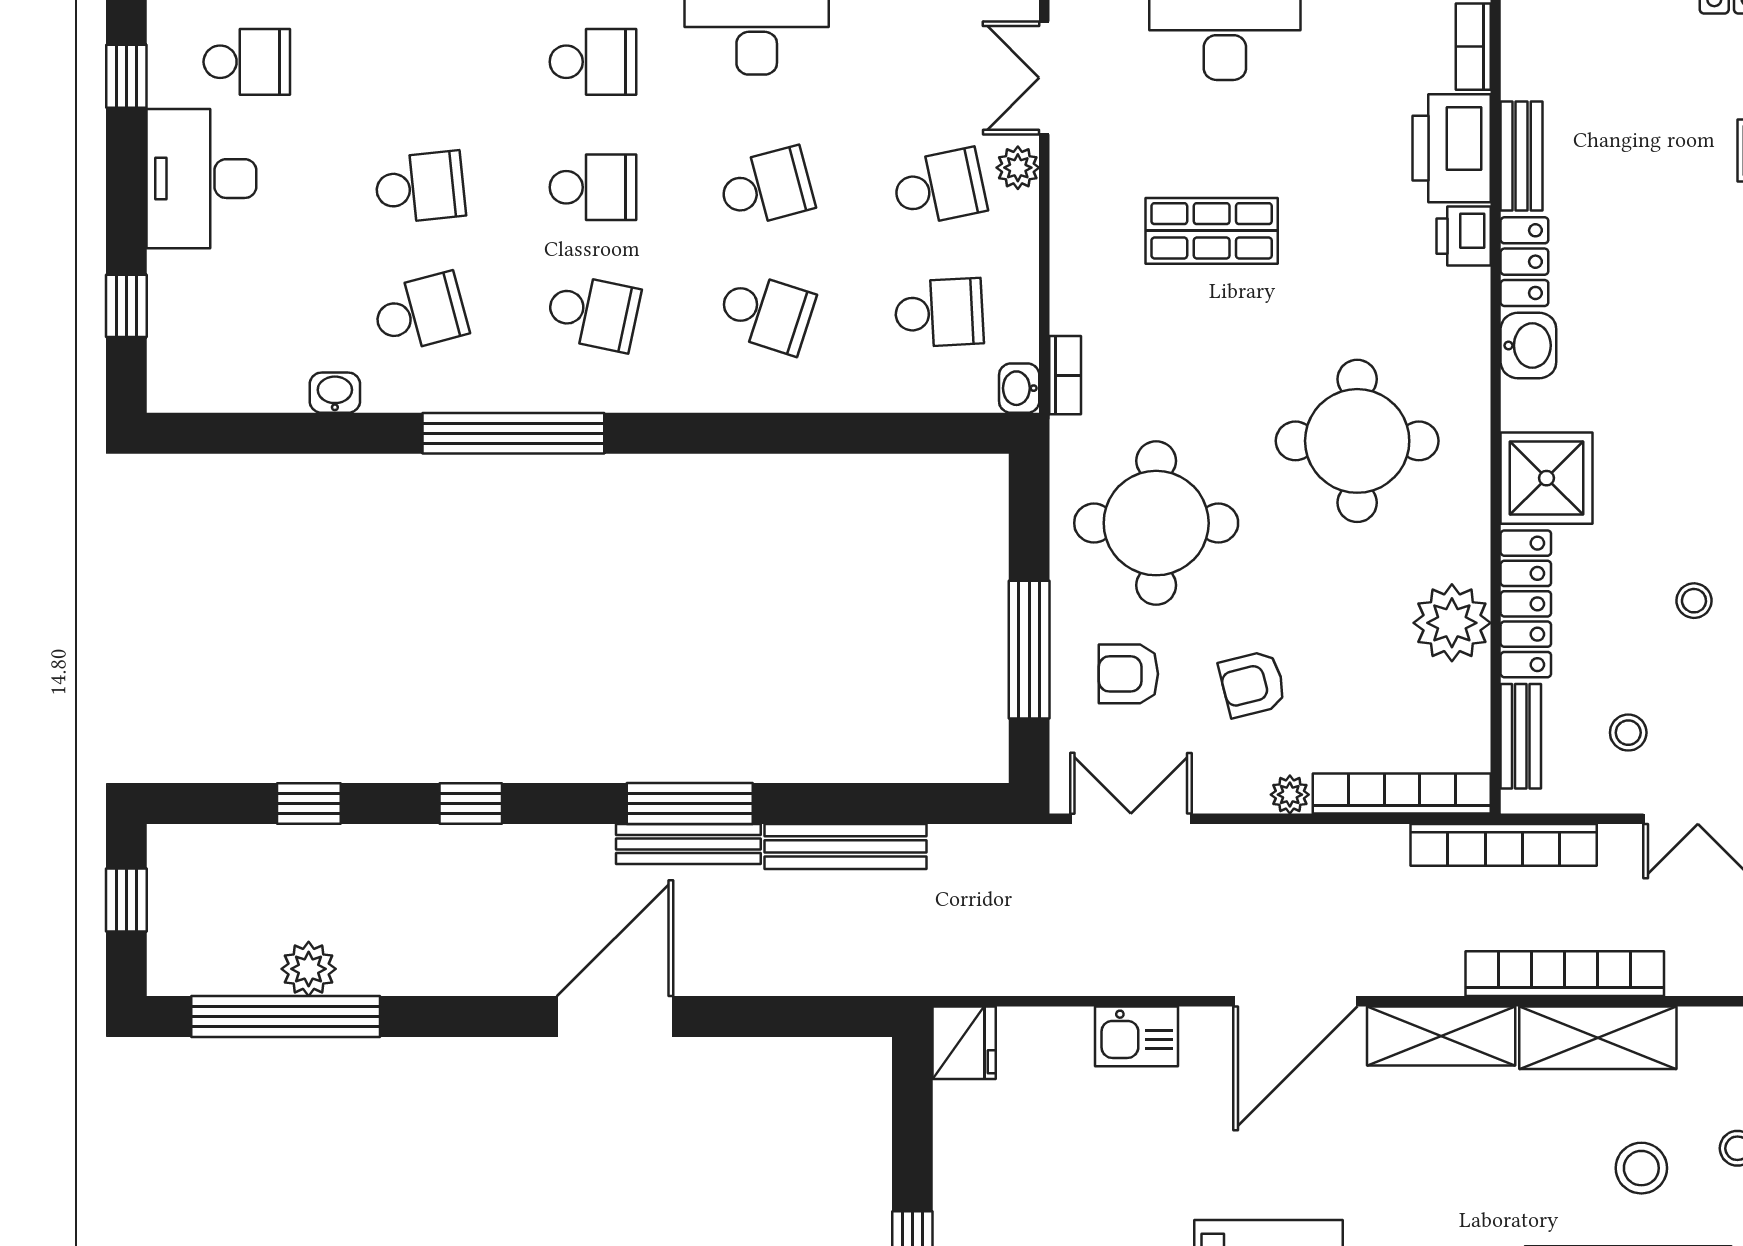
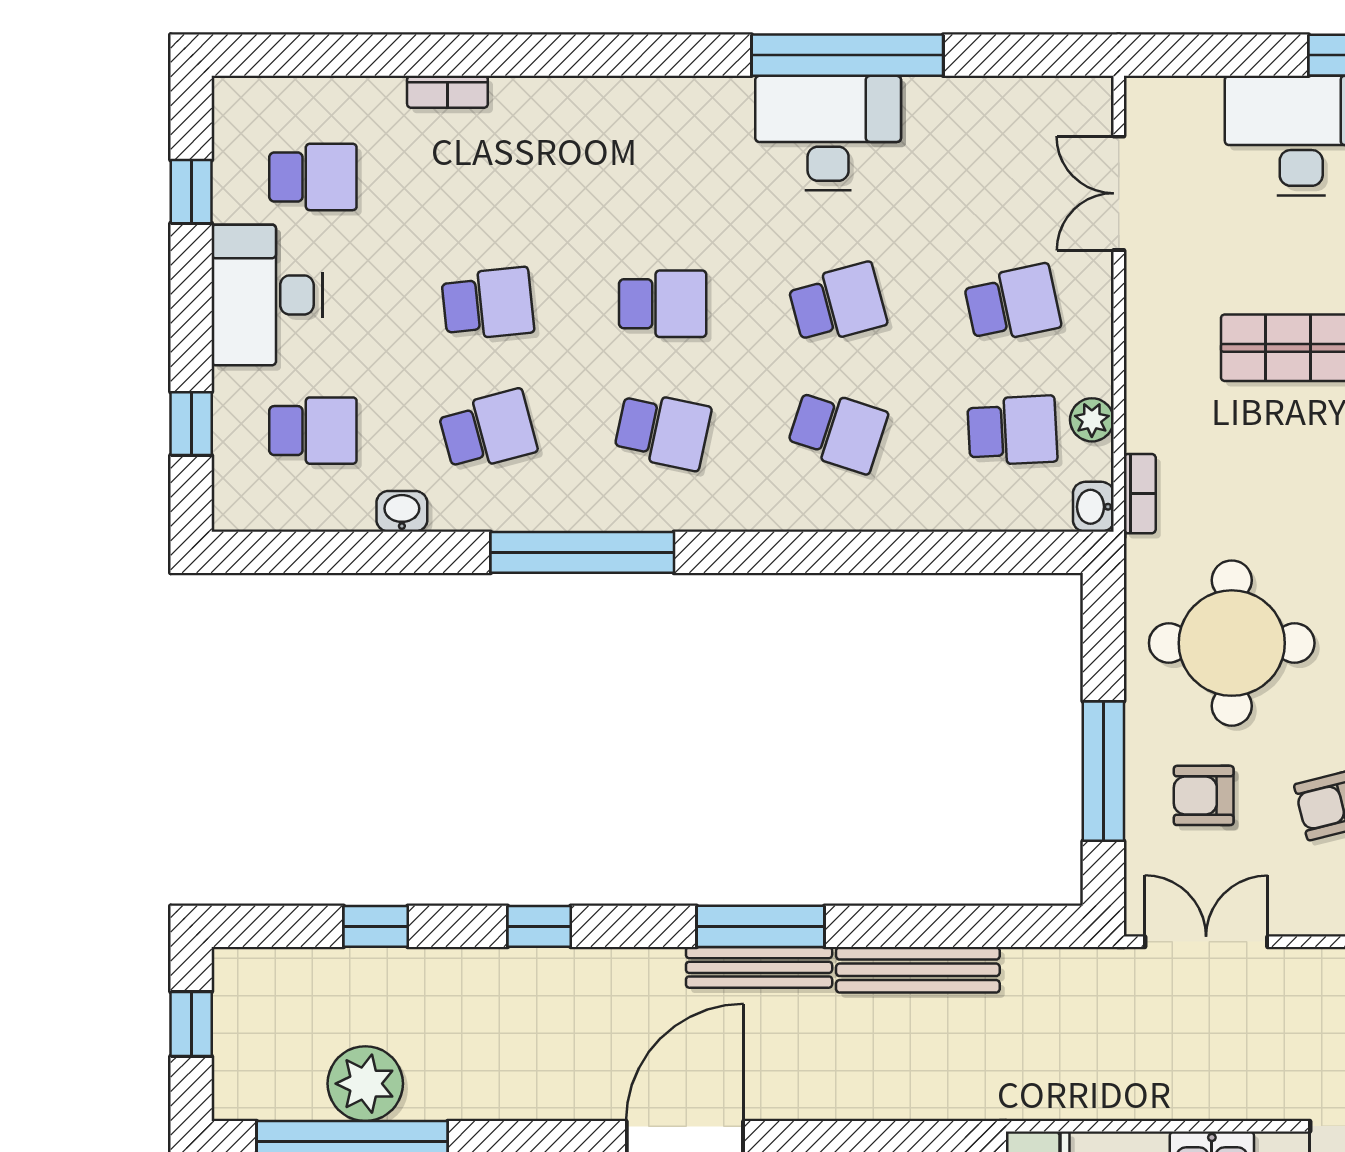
school desk: (593, 62) -> (313, 431), moved
plant: (1018, 168) -> (1092, 420), moved
plant: (309, 969) -> (365, 1084), width x1.36, depth x1.36

